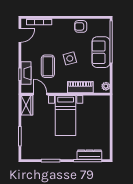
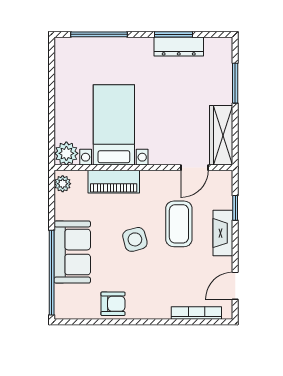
fireplace: (26, 73) -> (223, 233), moved
door: (40, 94) -> (195, 168), hinge flipped
plant: (104, 101) -> (66, 153), added
wardrobe: (27, 105) -> (221, 135), width x1.50
bed with nightstands: (66, 115) -> (114, 125), moved
dresser: (89, 155) -> (179, 46), moved

